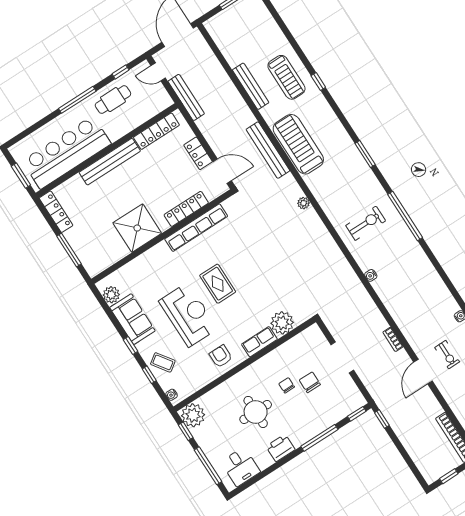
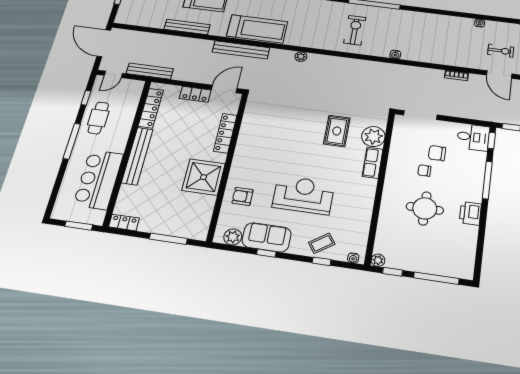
treadmill: (298, 144) -> (257, 29), turned 180
bar counter: (67, 152) -> (98, 179), width x0.73
locker: (56, 212) -> (124, 222), width x0.66
row of seats: (196, 228) -> (245, 138), removed
rug: (218, 284) -> (337, 131), moved, turned 90
window: (130, 346) -> (266, 253), moved
armchair: (221, 356) -> (243, 196), moved
doorway: (342, 357) -> (421, 115), moved
plant: (193, 415) -> (378, 260), width x0.53, depth x0.53
desk: (241, 467) -> (473, 137), moved

